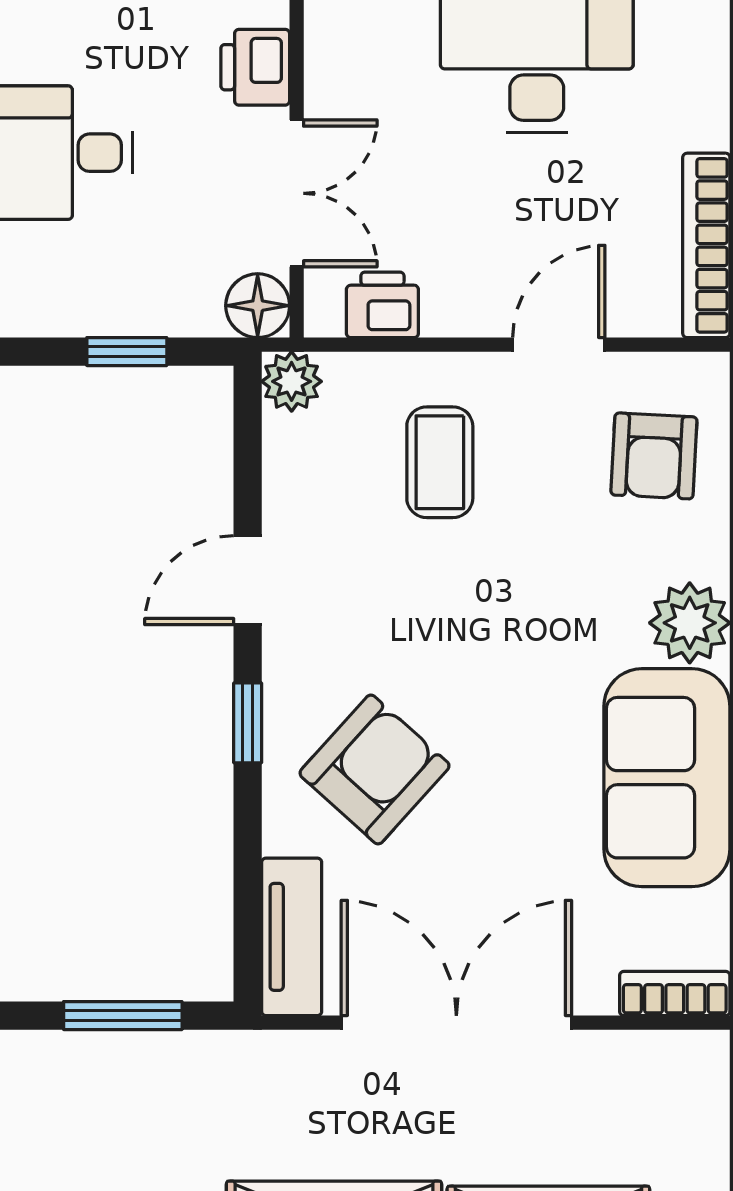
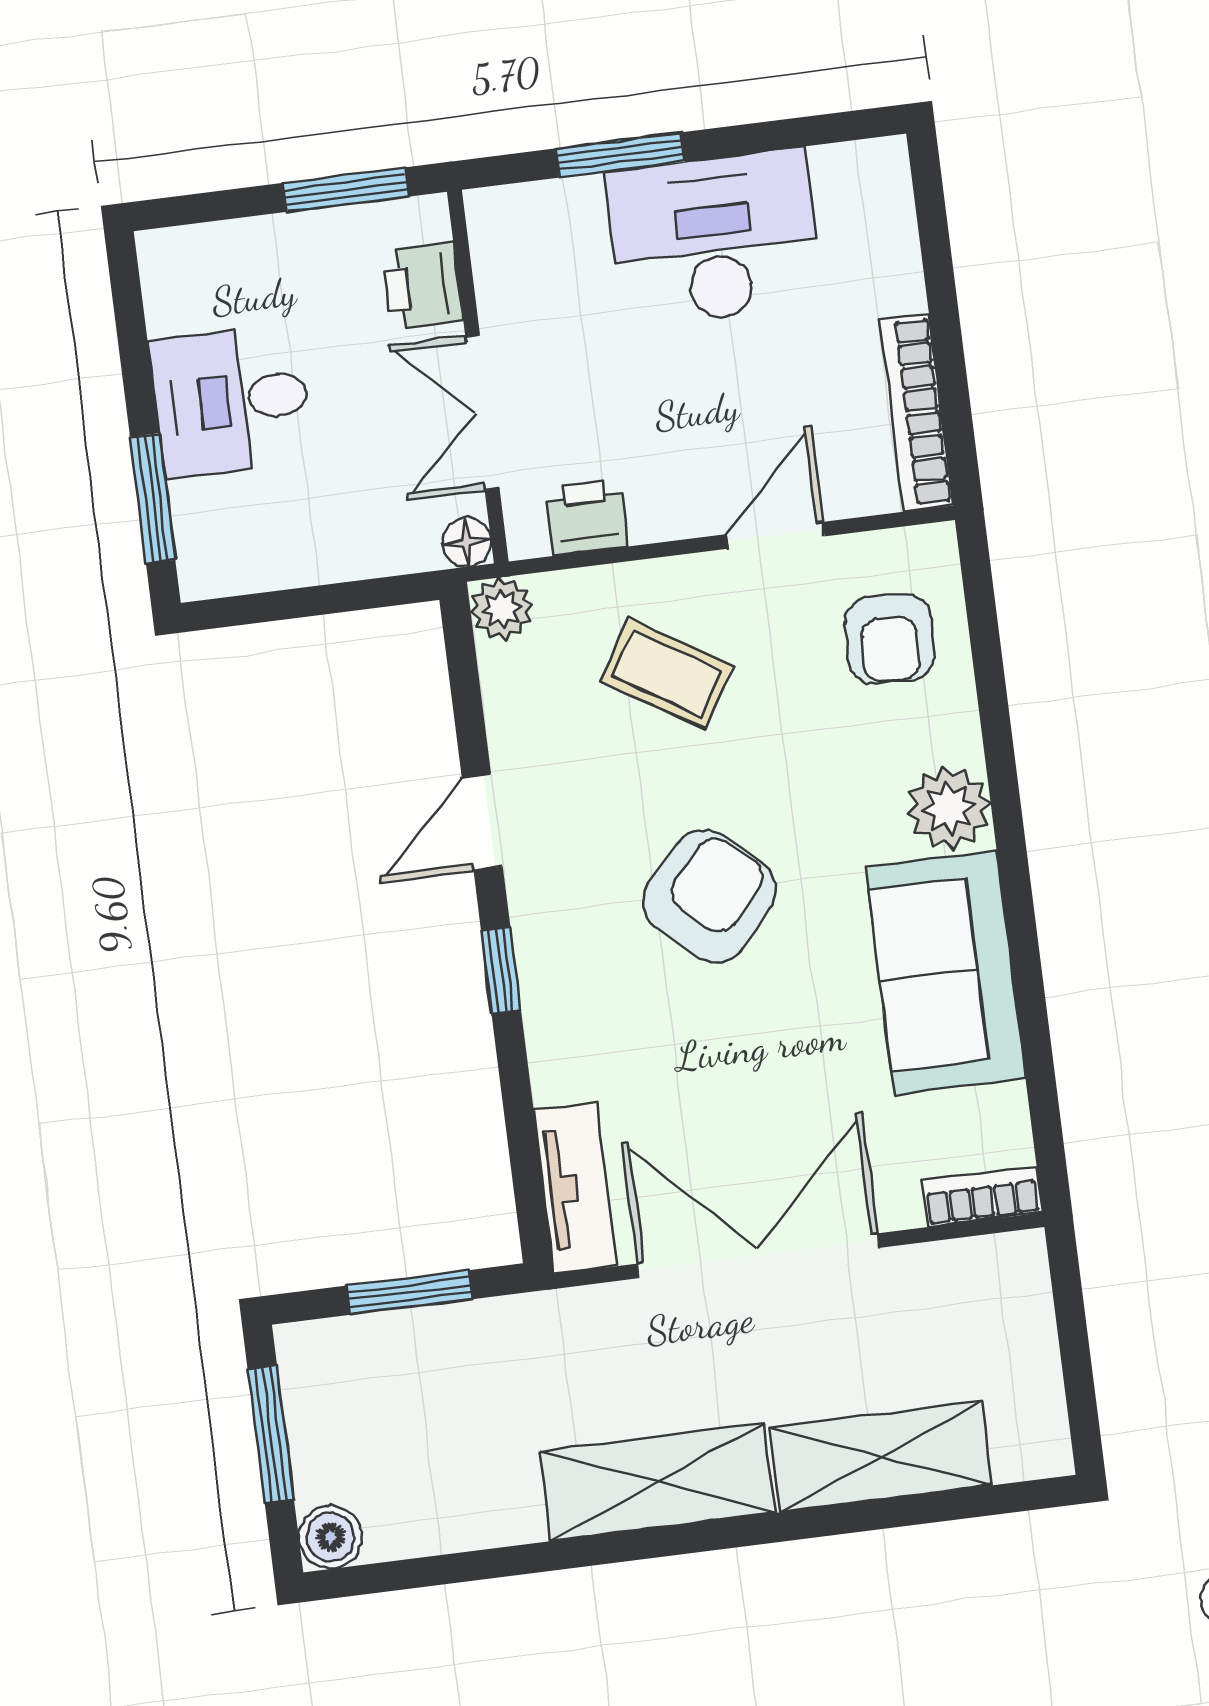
double door: (297, 193) -> (482, 412), swing flipped
floor lamp: (258, 306) -> (467, 542), width x0.73, depth x0.73
window: (127, 352) -> (326, 599), removed
coffee table: (440, 462) -> (667, 674), turned -58
armchair: (375, 769) -> (710, 896), moved

